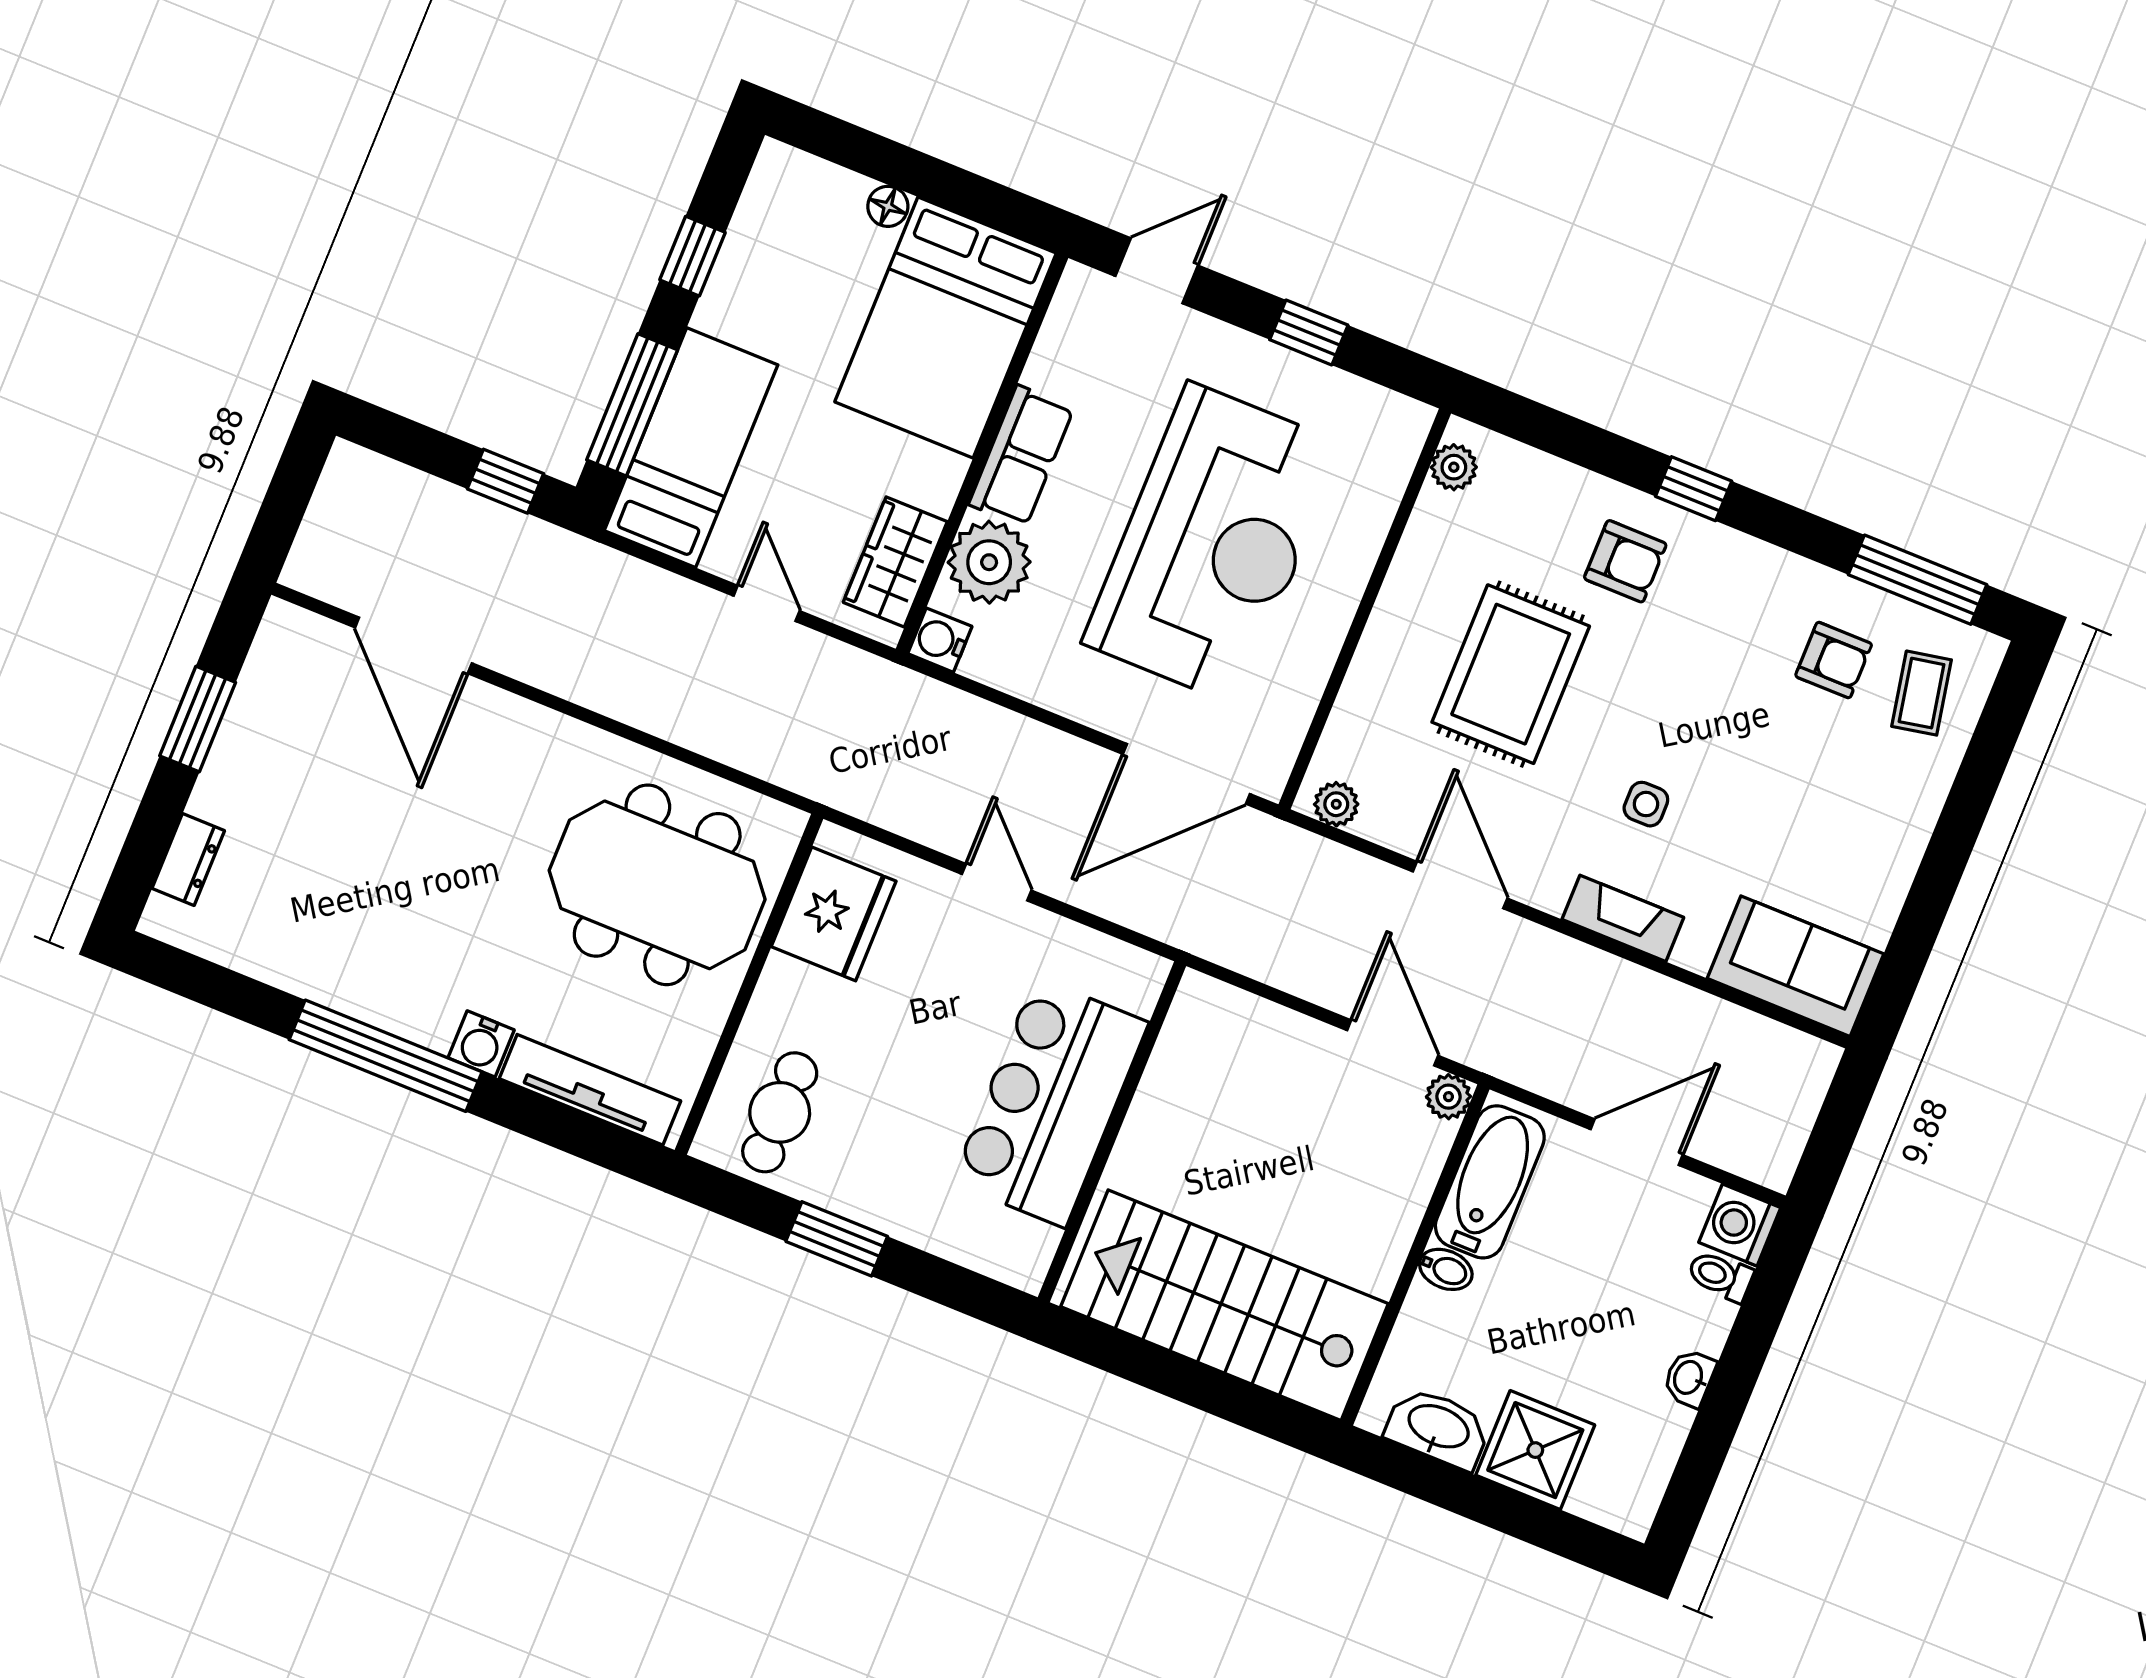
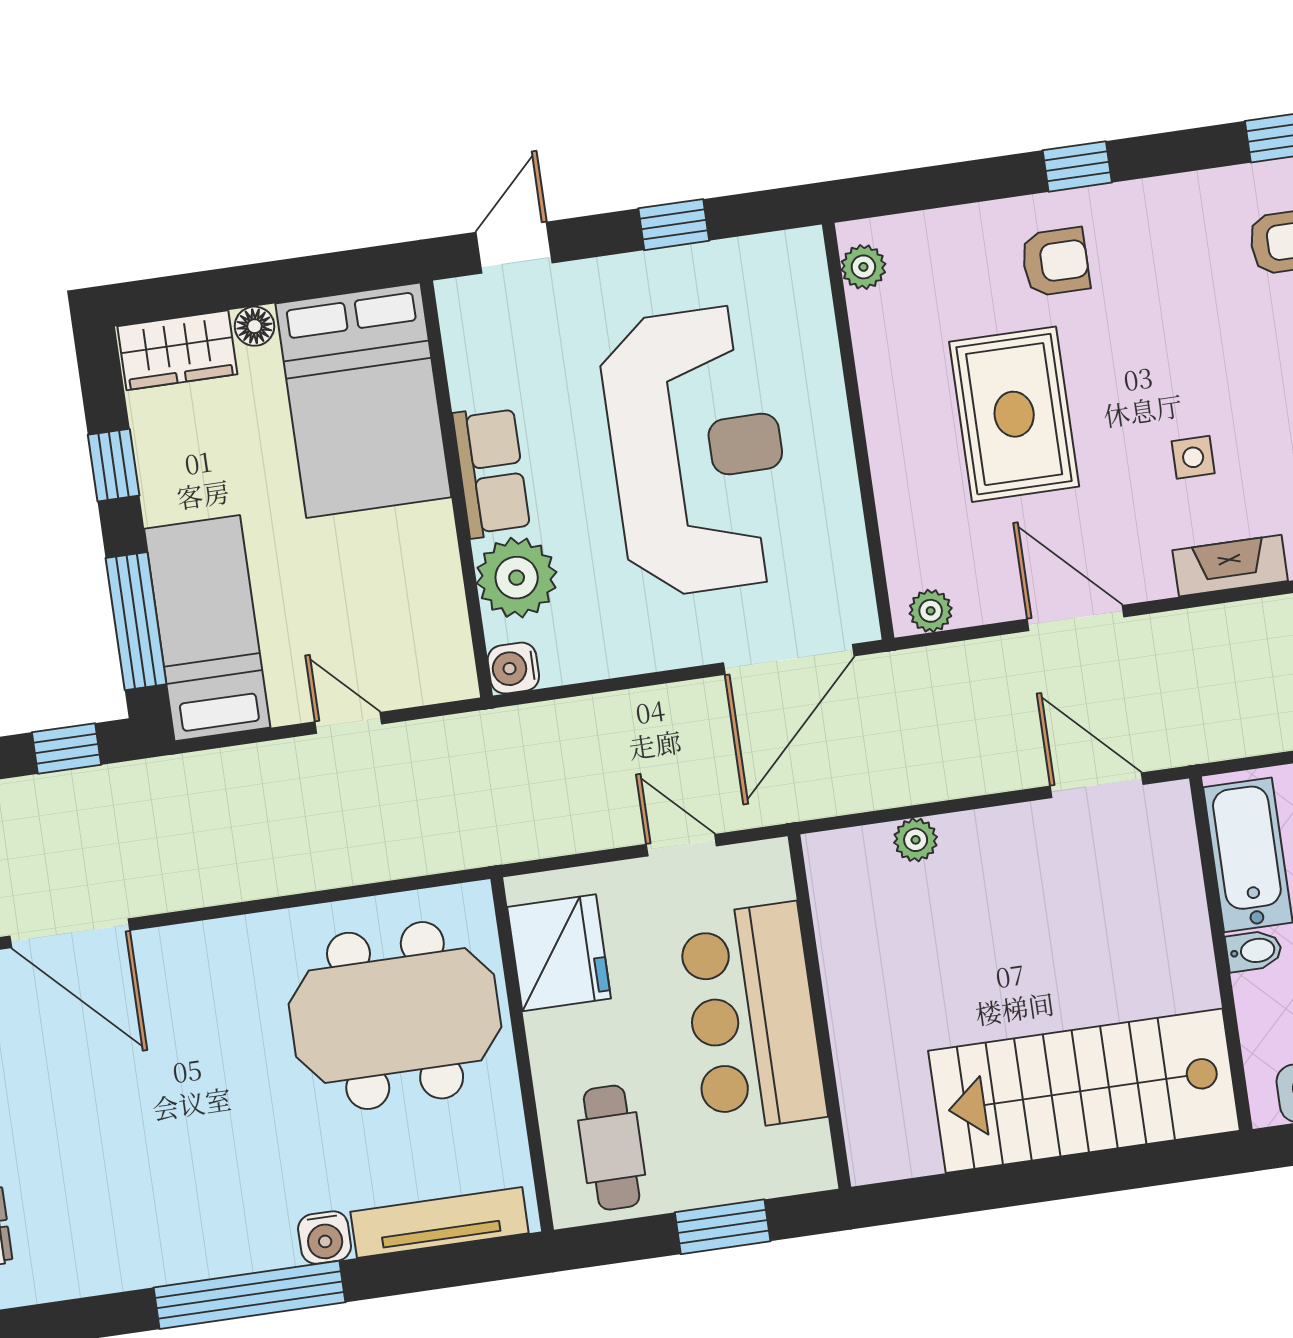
wardrobe: (895, 562) -> (177, 350), moved, turned -90
plant: (1448, 1097) -> (916, 840), moved
bar counter: (1050, 1102) -> (752, 1017), moved
wall: (1112, 1132) -> (819, 1012), moved

